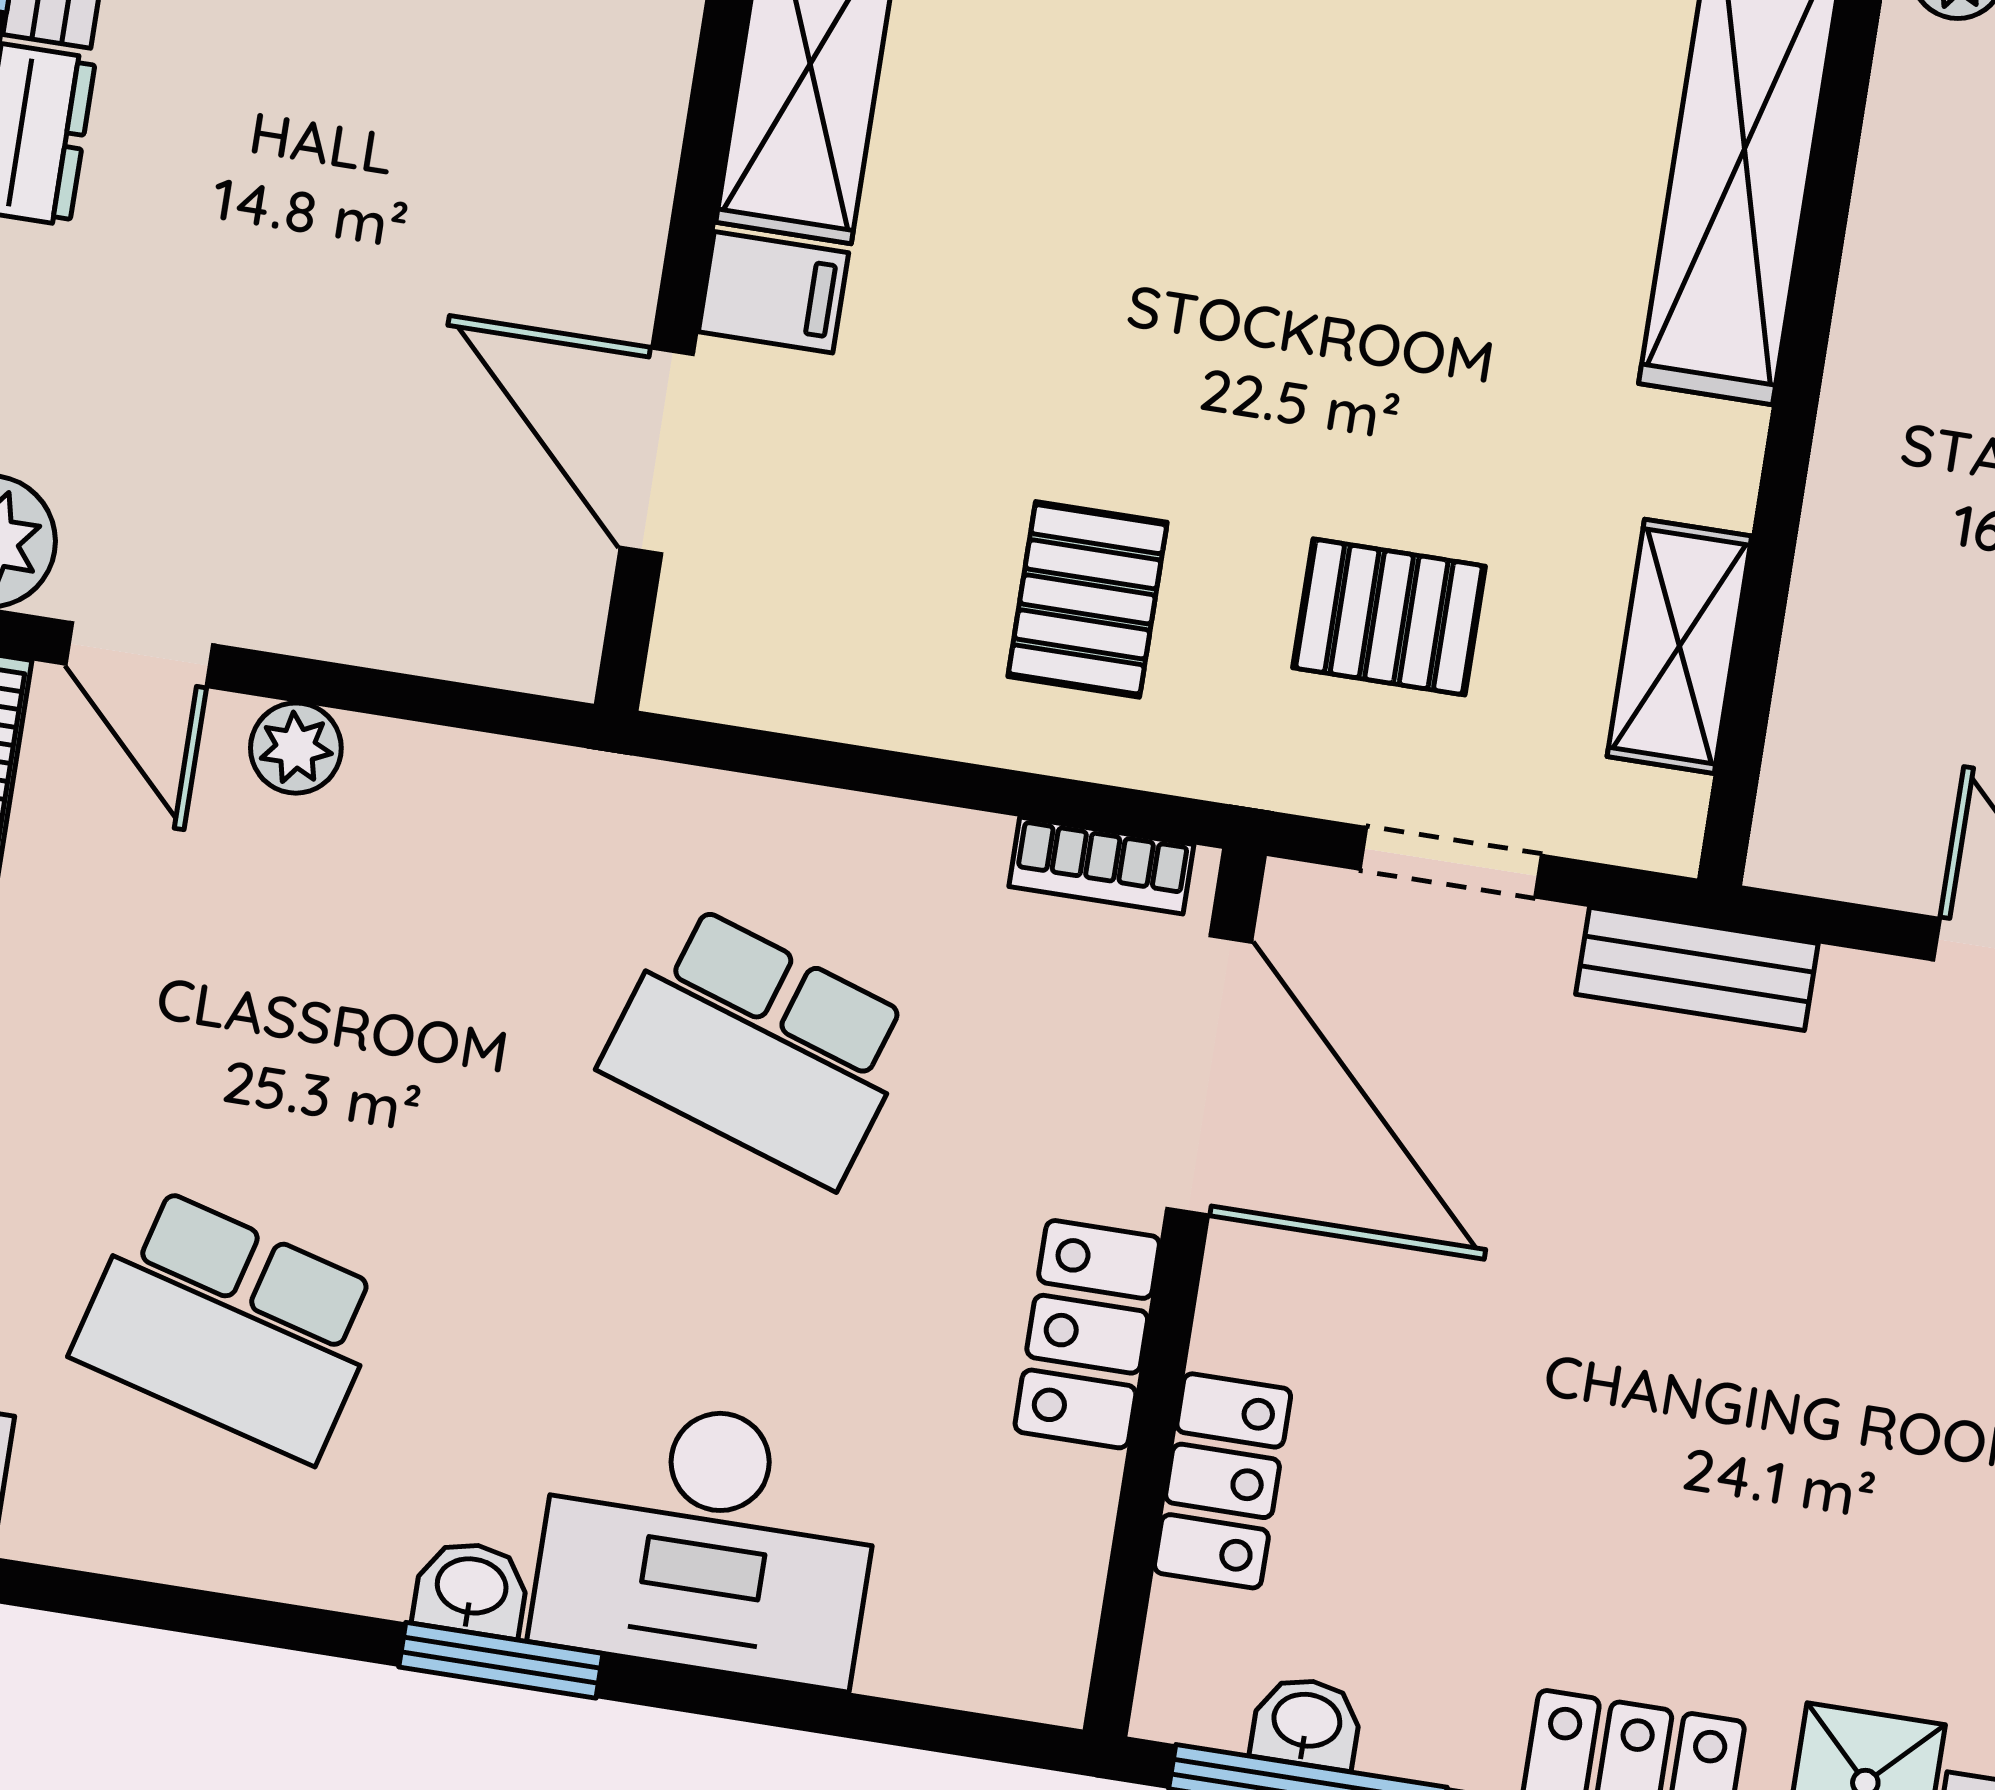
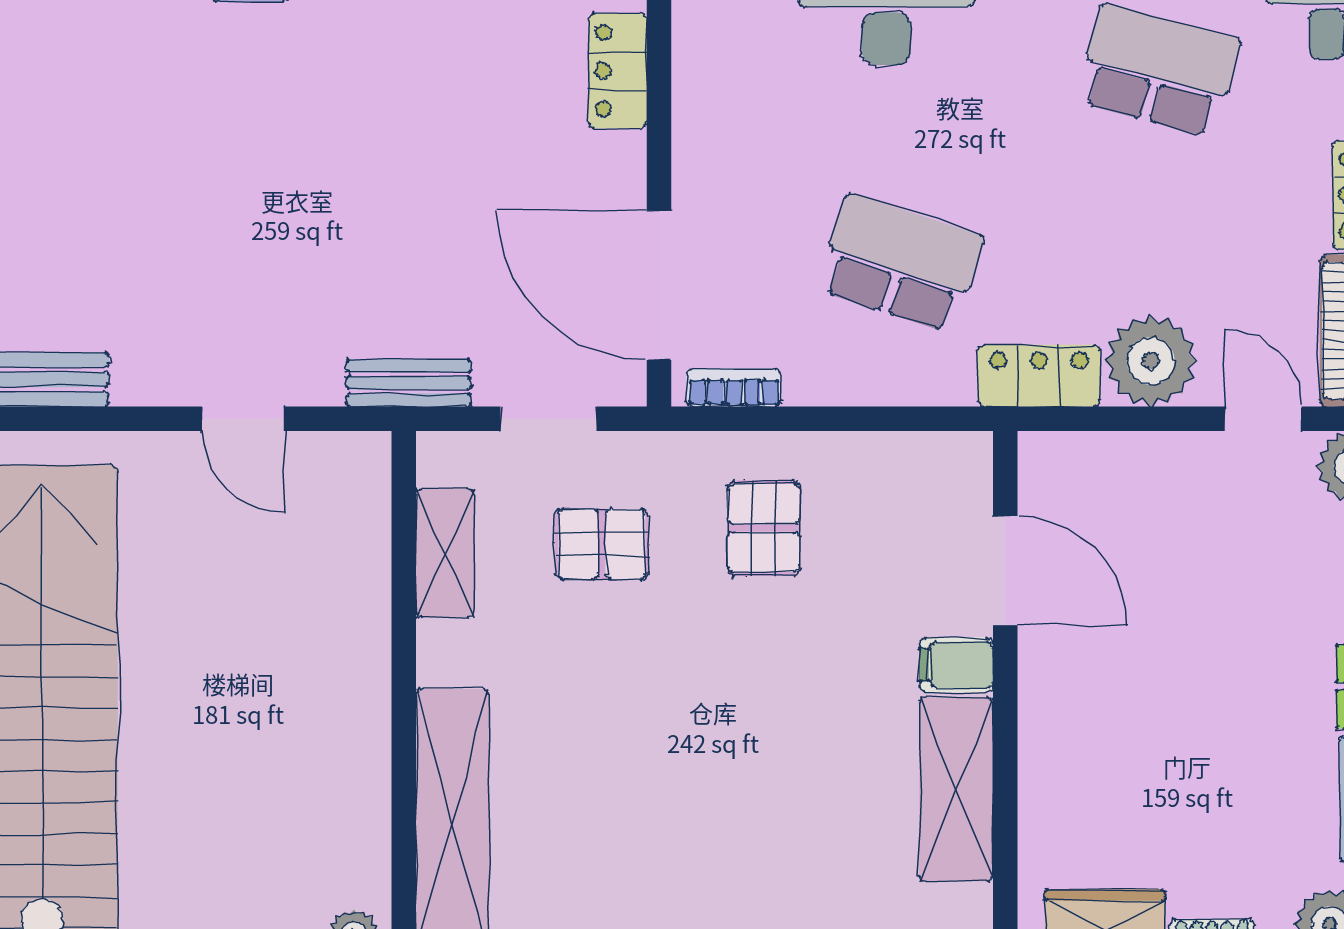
plant: (296, 748) -> (1151, 361), width x1.87, depth x1.87
locker: (1087, 1334) -> (1039, 376), moved, turned -90

